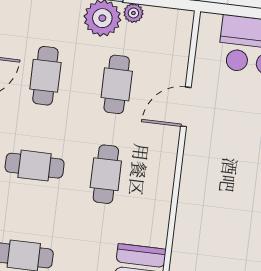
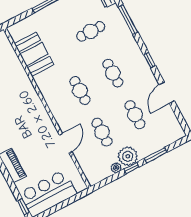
cafe table: (35, 166) -> (113, 73), turned 90

